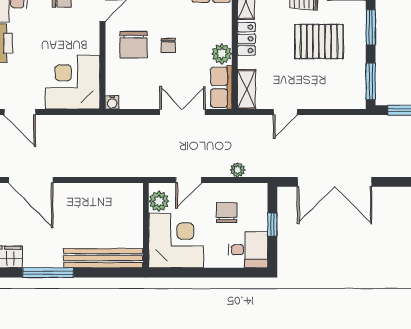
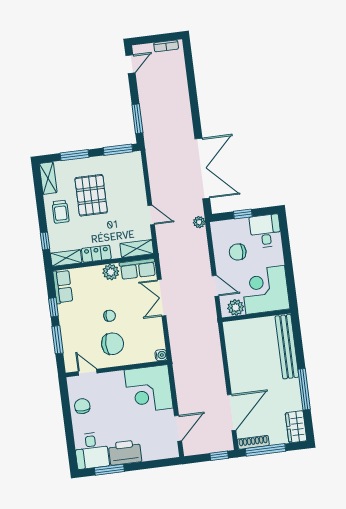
plant: (238, 170) -> (199, 222), moved

